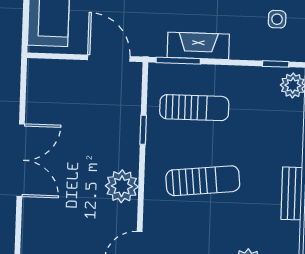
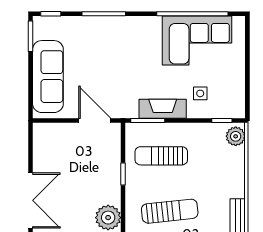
side table: (277, 19) -> (200, 93), moved
sun lounger: (194, 108) -> (161, 156), turned 180

